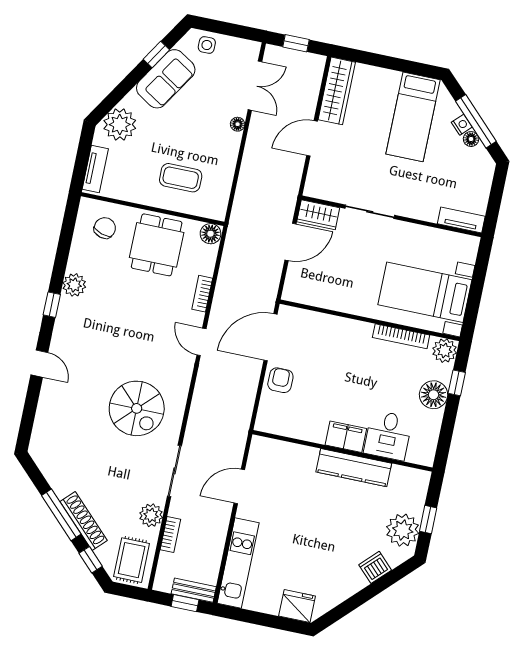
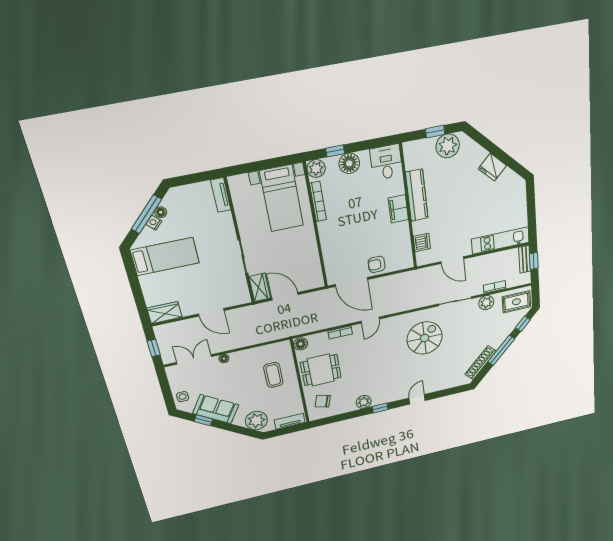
wardrobe: (337, 91) -> (164, 313), width x0.67
desk: (388, 435) -> (386, 162), moved, turned -90
shoe rack: (84, 521) -> (481, 363), moved
dishwasher: (375, 567) -> (422, 243), moved, turned -135
fridge: (297, 606) -> (492, 167), moved, turned -45

